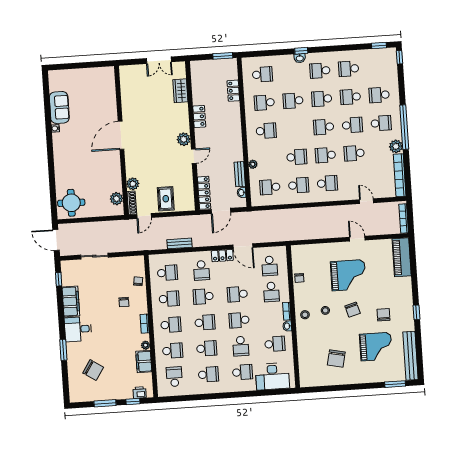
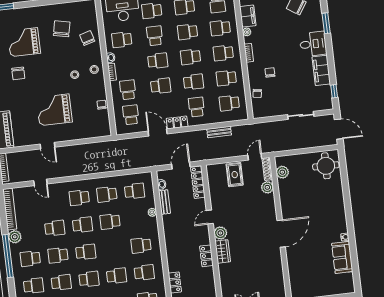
wardrobe: (180, 91) -> (223, 251), moved
chair: (353, 310) -> (87, 38), moved

